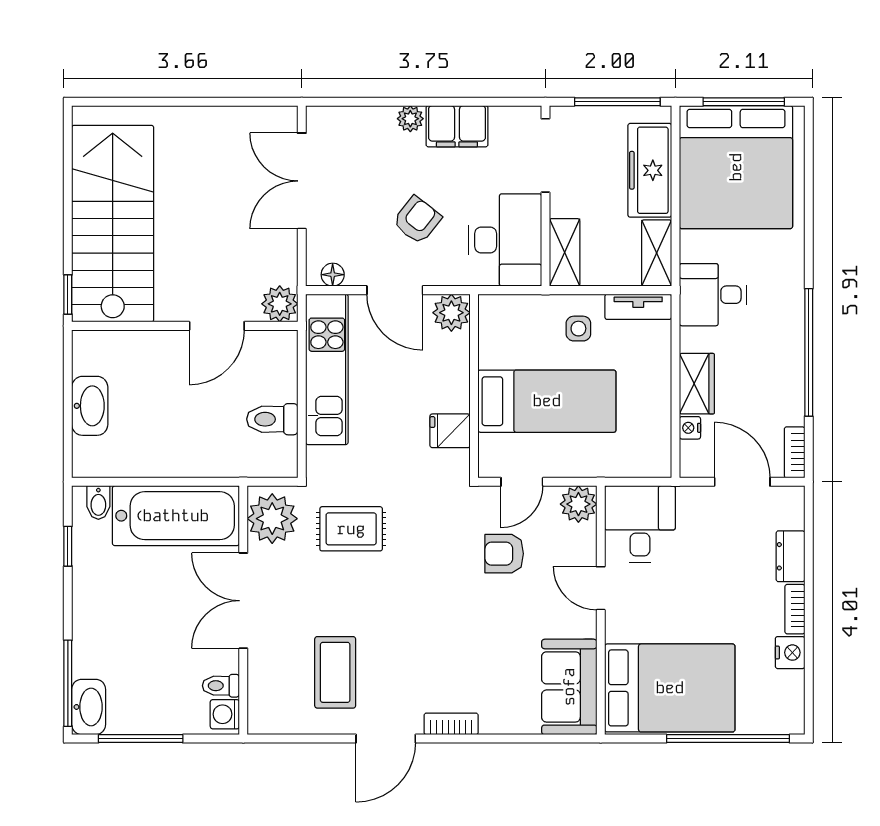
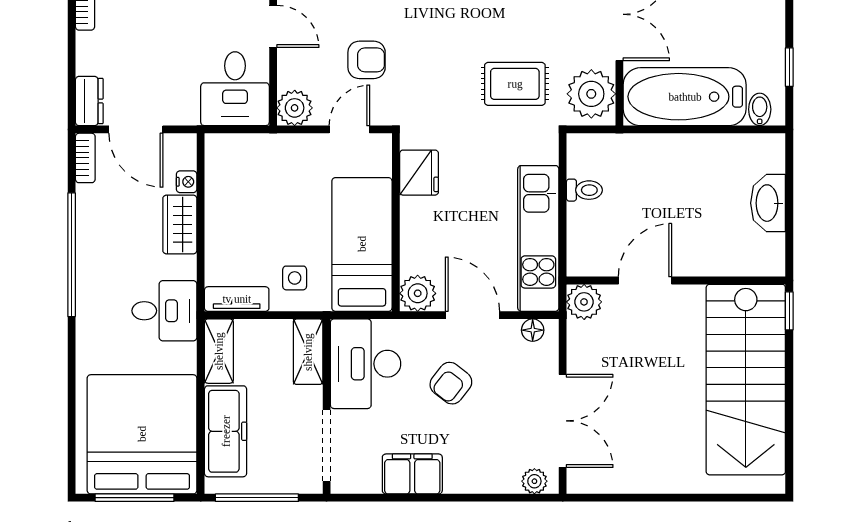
plant: (410, 119) -> (534, 481), moved
bed: (547, 401) -> (362, 244), moved, turned 90
toilet: (272, 419) -> (584, 190), width x0.73, depth x0.72
fridge: (450, 431) -> (419, 173), width x1.38
dresser: (790, 556) -> (89, 101), moved

